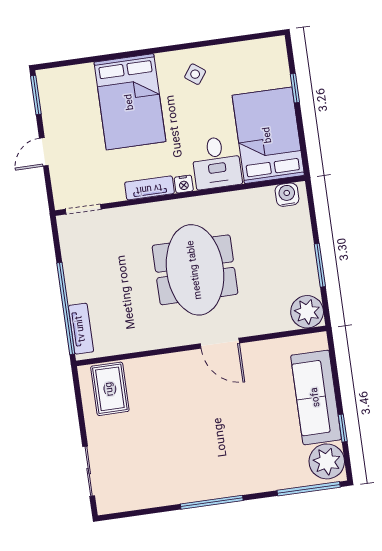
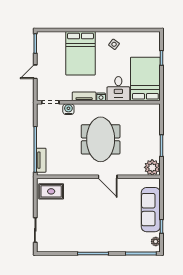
water cooler: (287, 195) -> (68, 109), moved
rug: (110, 389) -> (51, 191), turned 90
plant: (327, 461) -> (156, 241), width x0.53, depth x0.53

